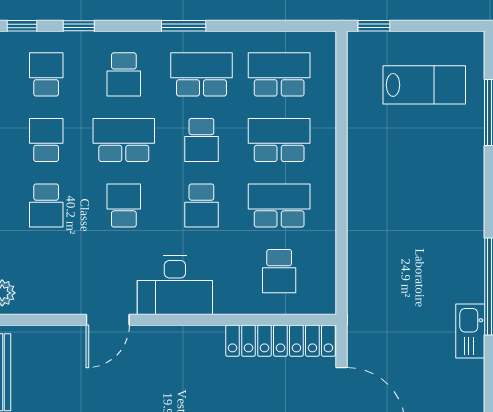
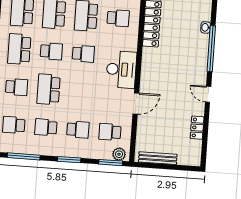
school desk: (124, 206) -> (110, 132), moved
door: (108, 320) -> (136, 103), hinge flipped

